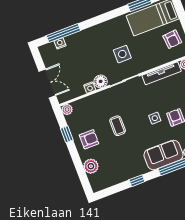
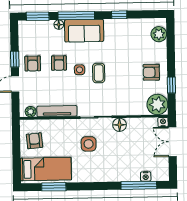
nightstand: (90, 88) -> (163, 122), moved
plant: (67, 110) -> (157, 104), width x1.88, depth x1.88
coffee table: (118, 126) -> (99, 73), moved
plant: (91, 166) -> (159, 34), moved

